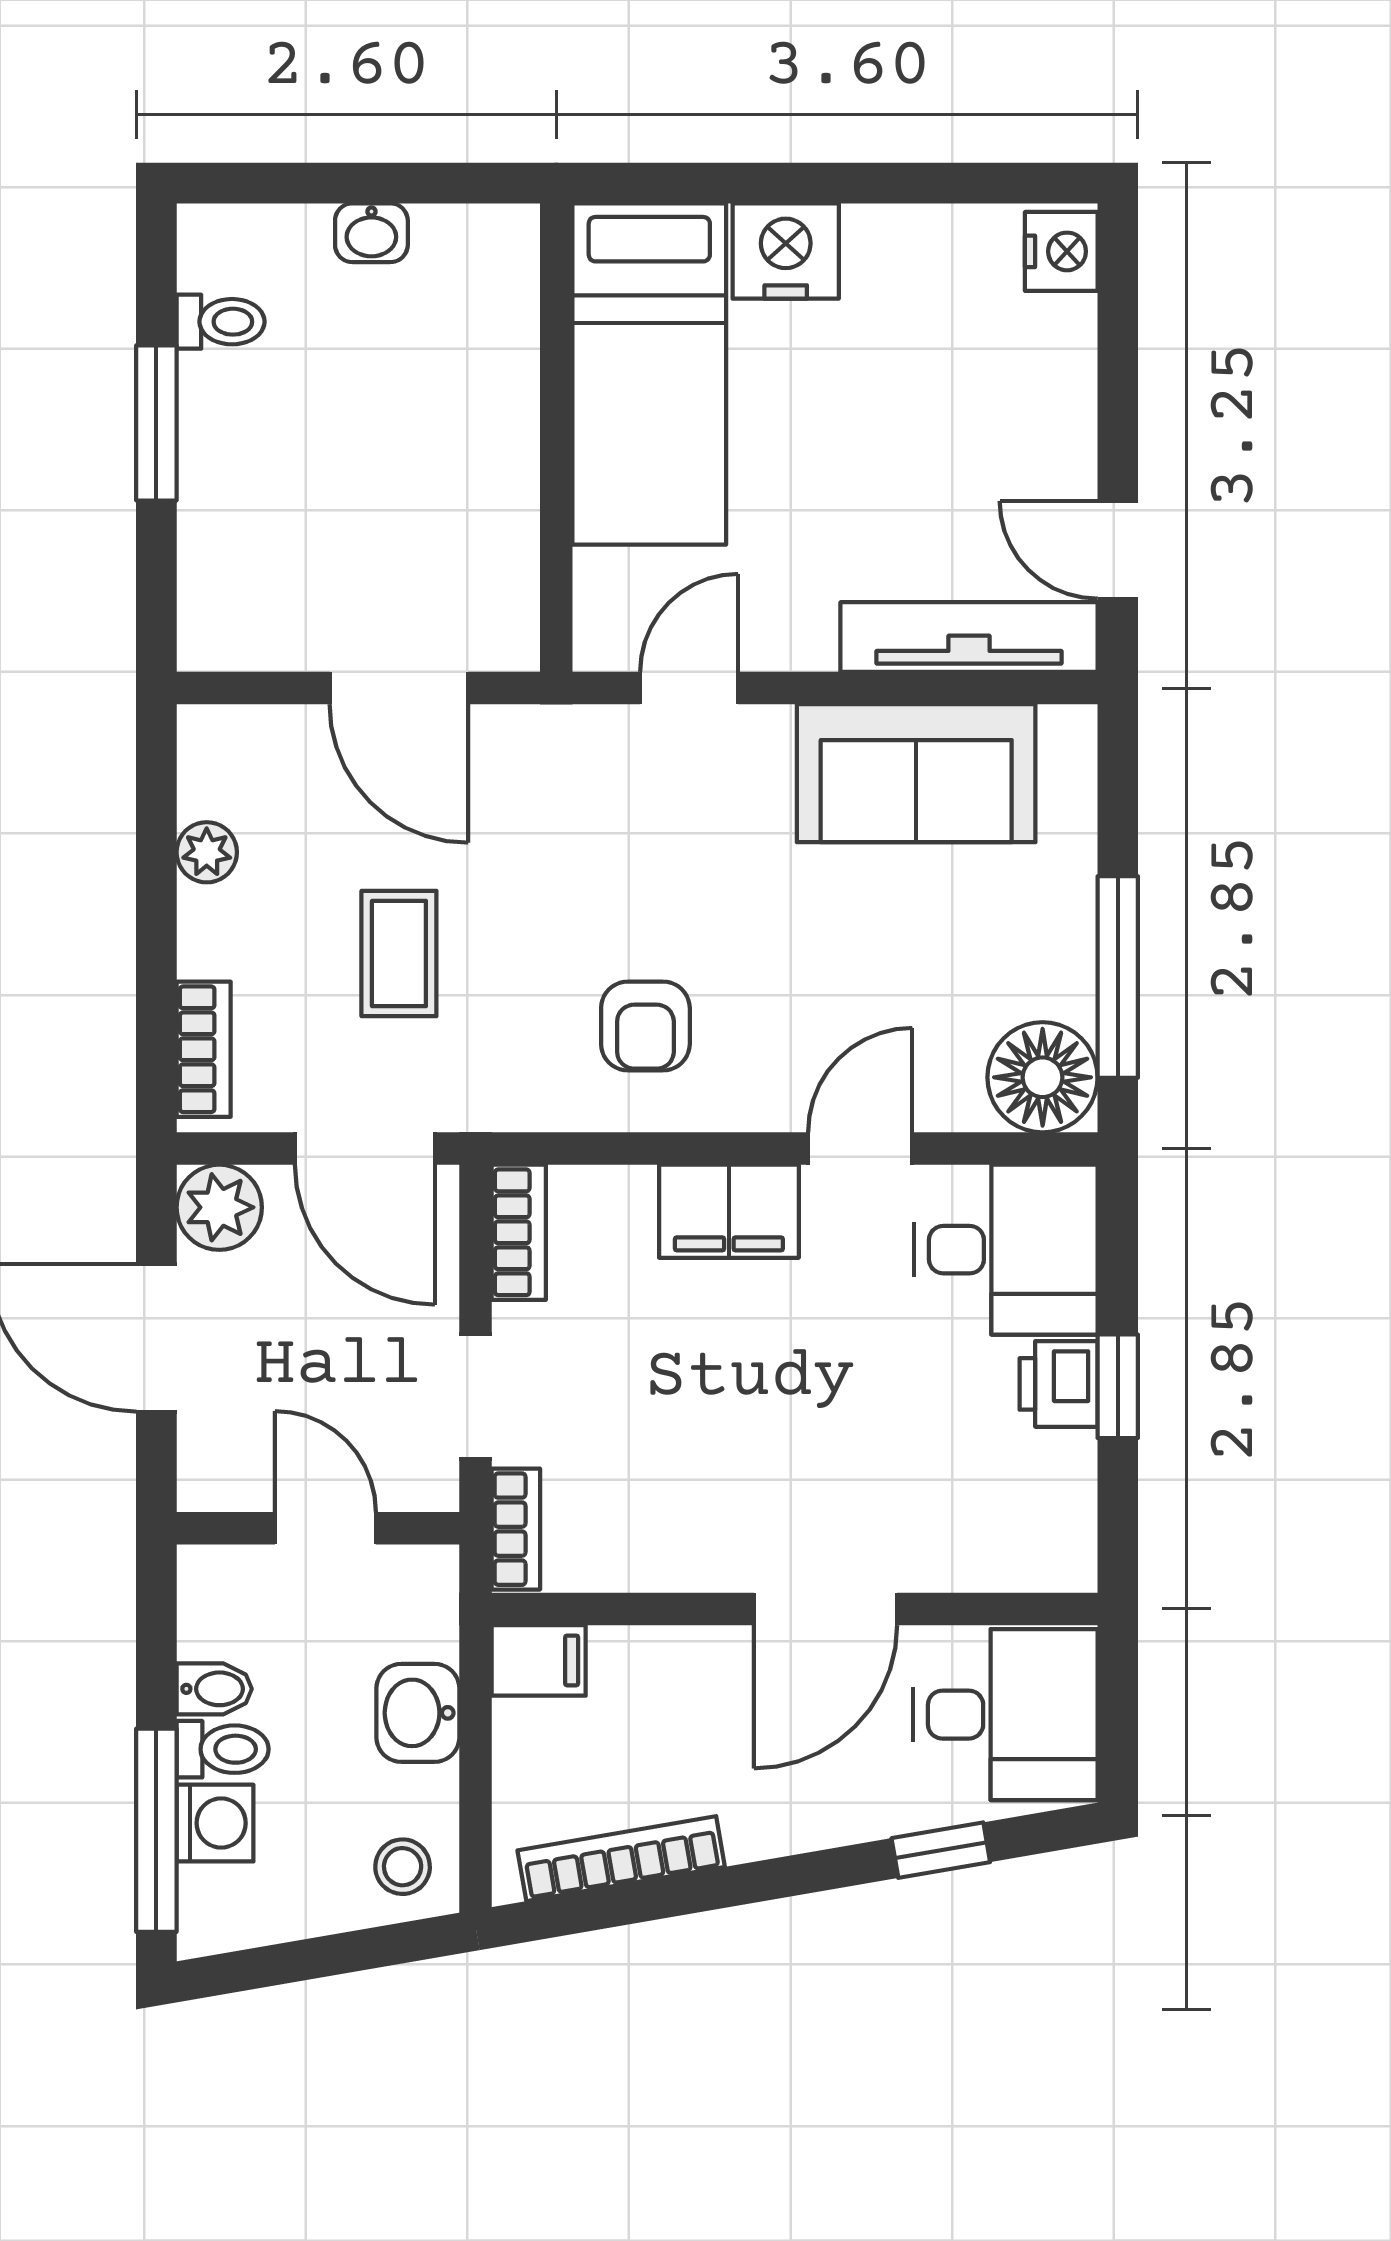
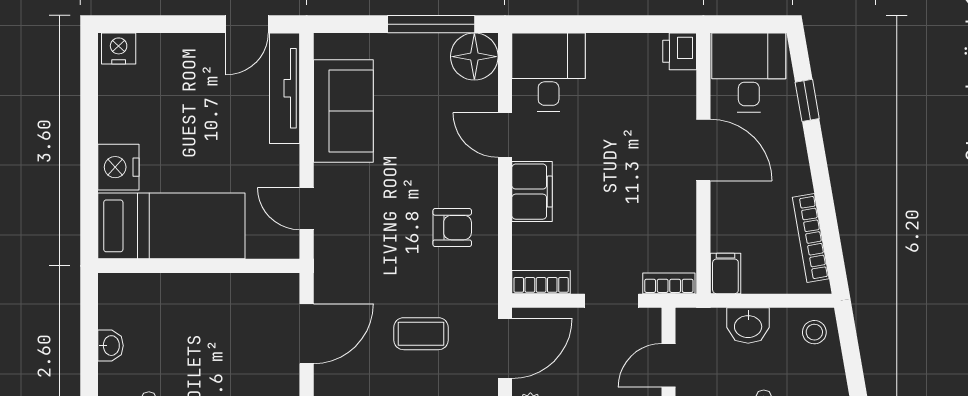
printer: (1059, 1384) -> (680, 51), moved, turned 90
window: (1118, 1386) -> (607, 24), removed

